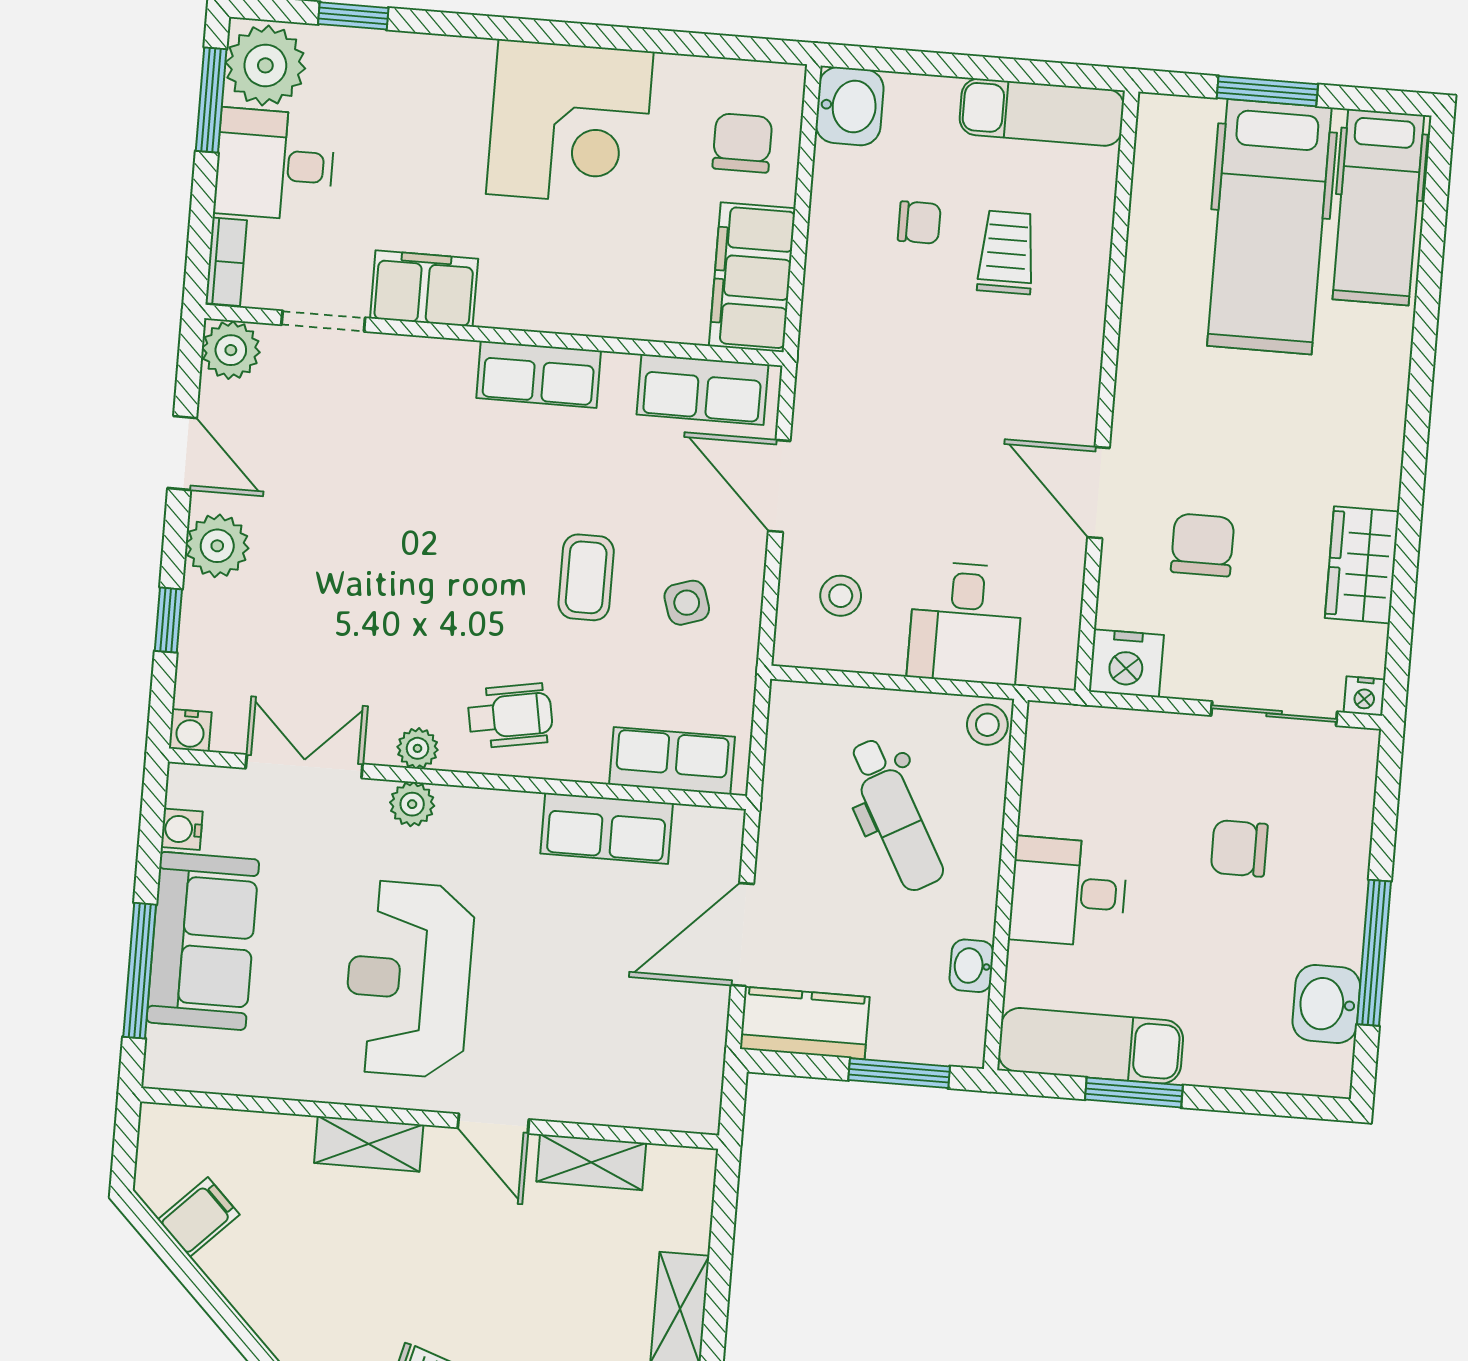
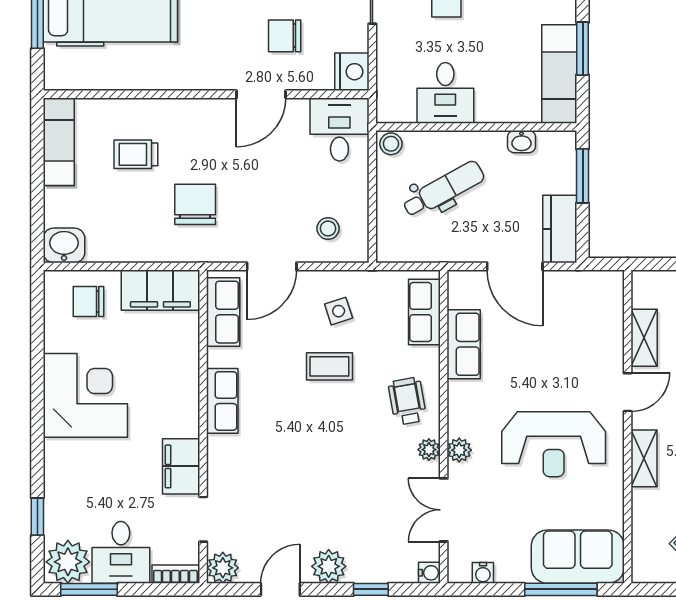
chair: (919, 222) -> (195, 204), moved, width x1.87, depth x1.87
desk: (965, 623) -> (339, 129), moved, turned -90
desk: (1068, 892) -> (445, 93), moved
sofa: (203, 941) -> (578, 557), moved

